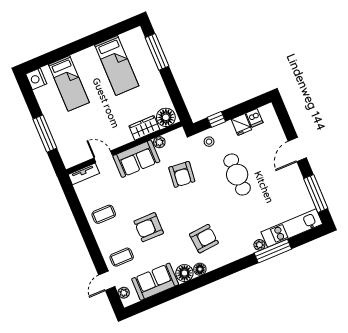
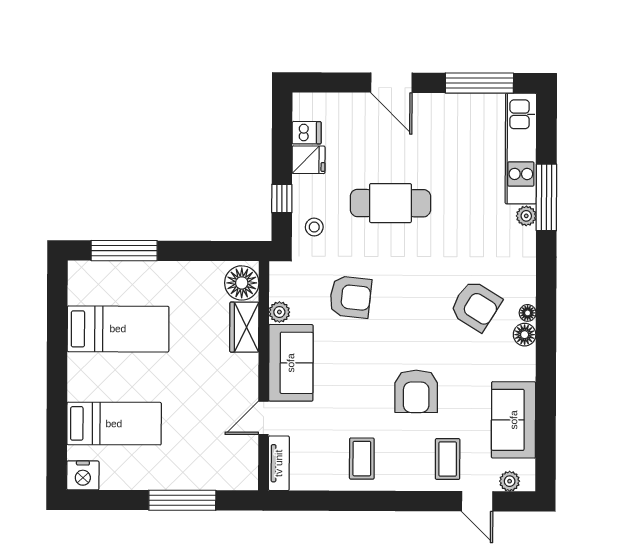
armchair: (204, 239) -> (476, 306), turned 127
floor lamp: (184, 273) -> (528, 313), moved, width x0.53, depth x0.53

